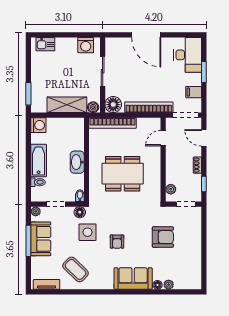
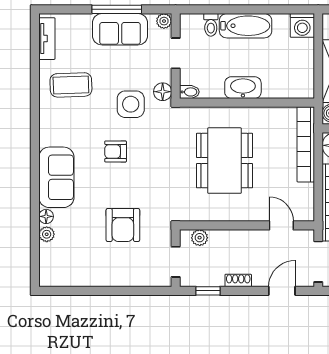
coffee table: (76, 269) -> (71, 85), turned 44

